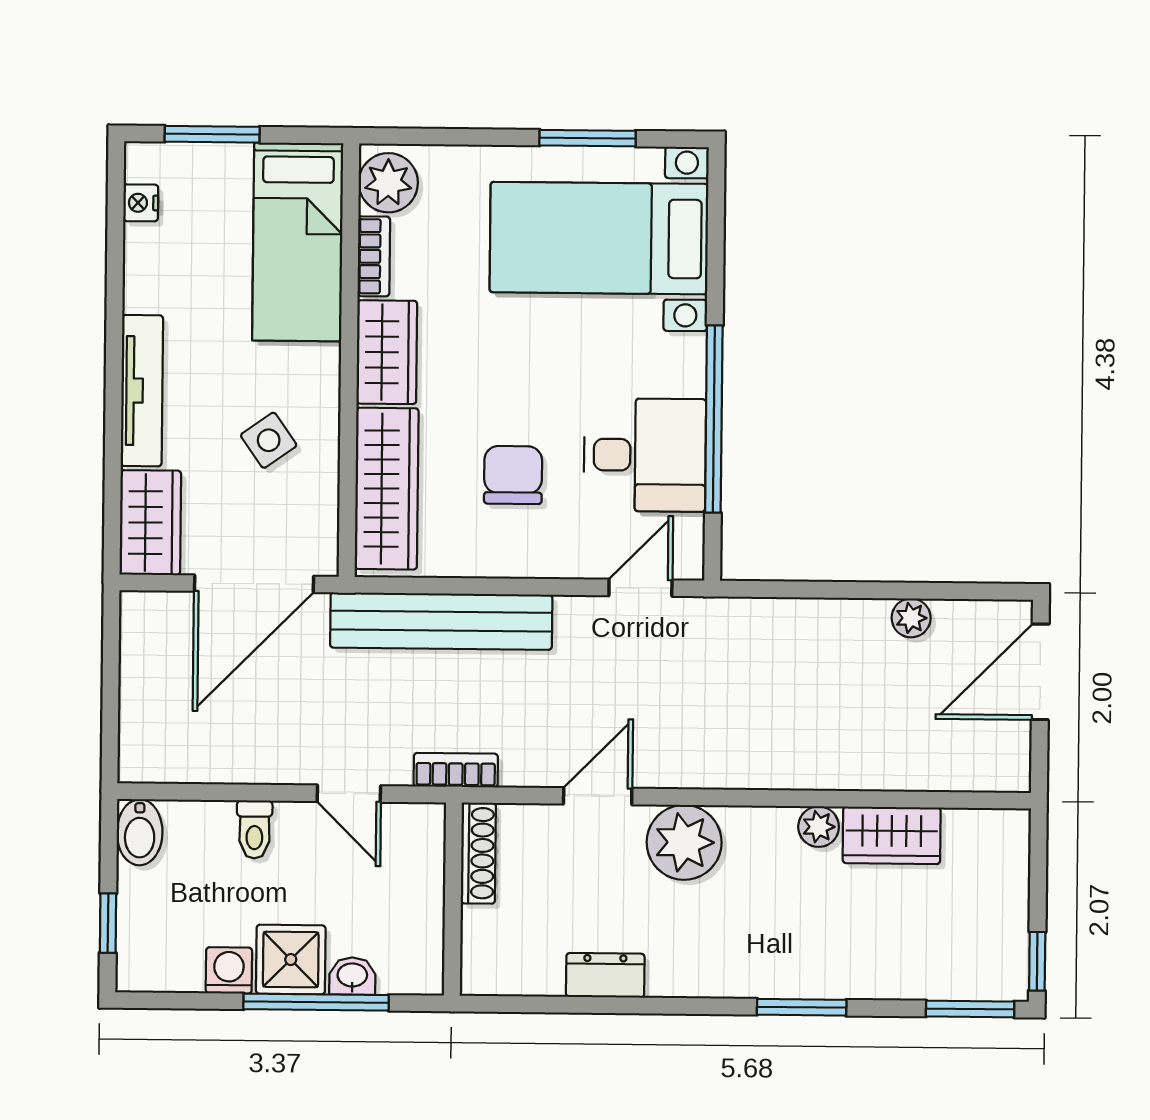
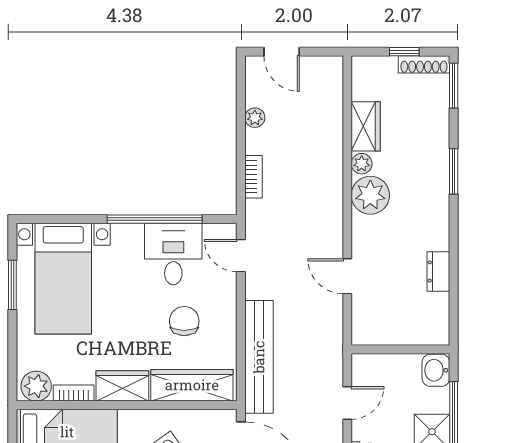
chair: (513, 475) -> (184, 321), turned 90
door: (1040, 672) -> (282, 52), width x0.73
bookcase: (456, 770) -> (253, 177), moved, turned 180
plant: (684, 842) -> (370, 195), moved
shoe rack: (478, 853) -> (424, 64), moved, turned 180
window: (1037, 961) -> (404, 52), moved
washbasin: (352, 976) -> (436, 370), moved, width x1.38, depth x1.45

